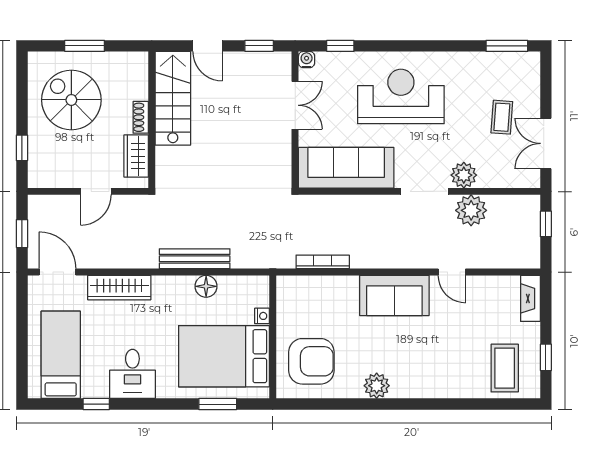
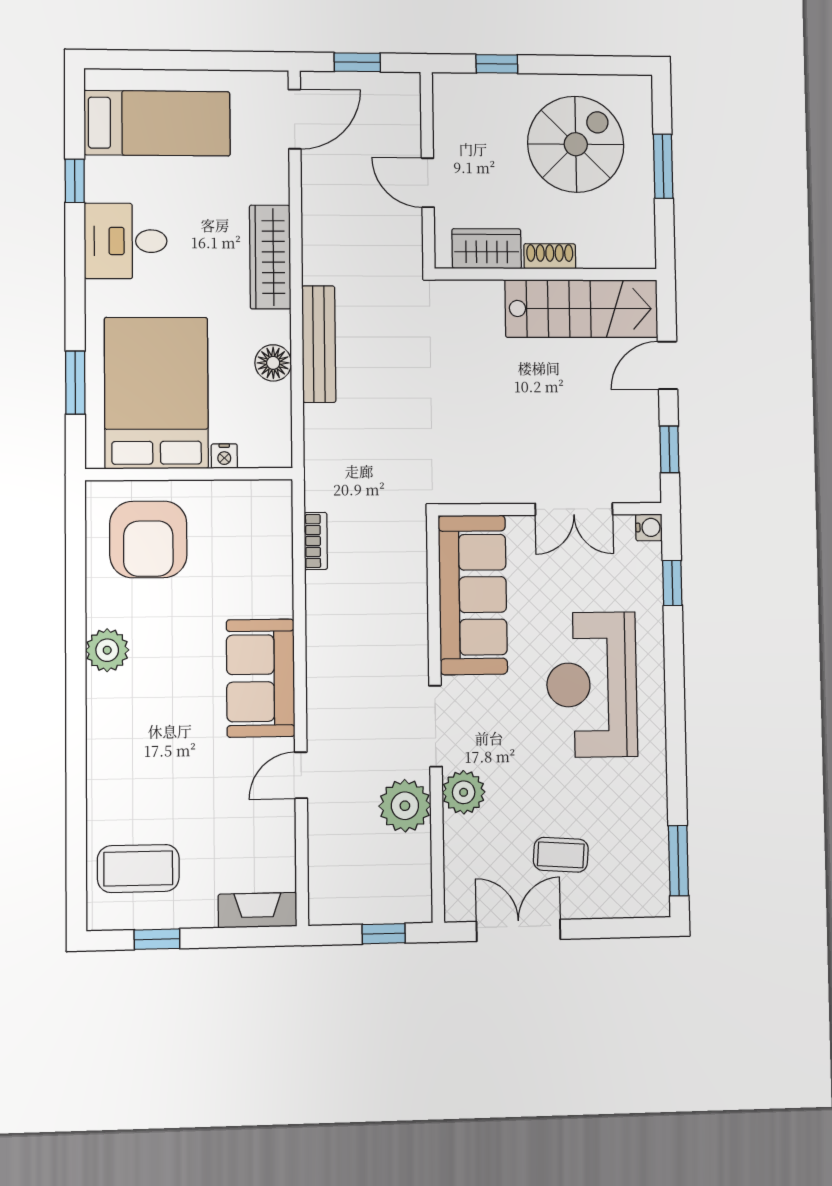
reception desk: (401, 96) -> (592, 685), turned 180
bookcase: (323, 262) -> (316, 541), width x0.64
wardrobe: (119, 288) -> (270, 257), moved

